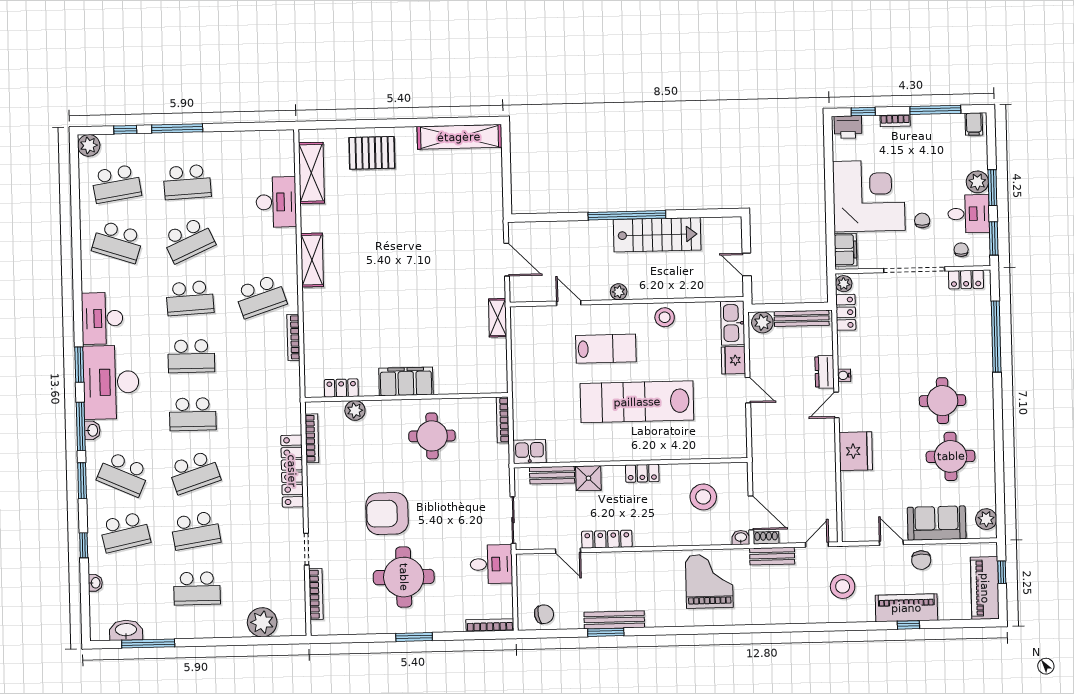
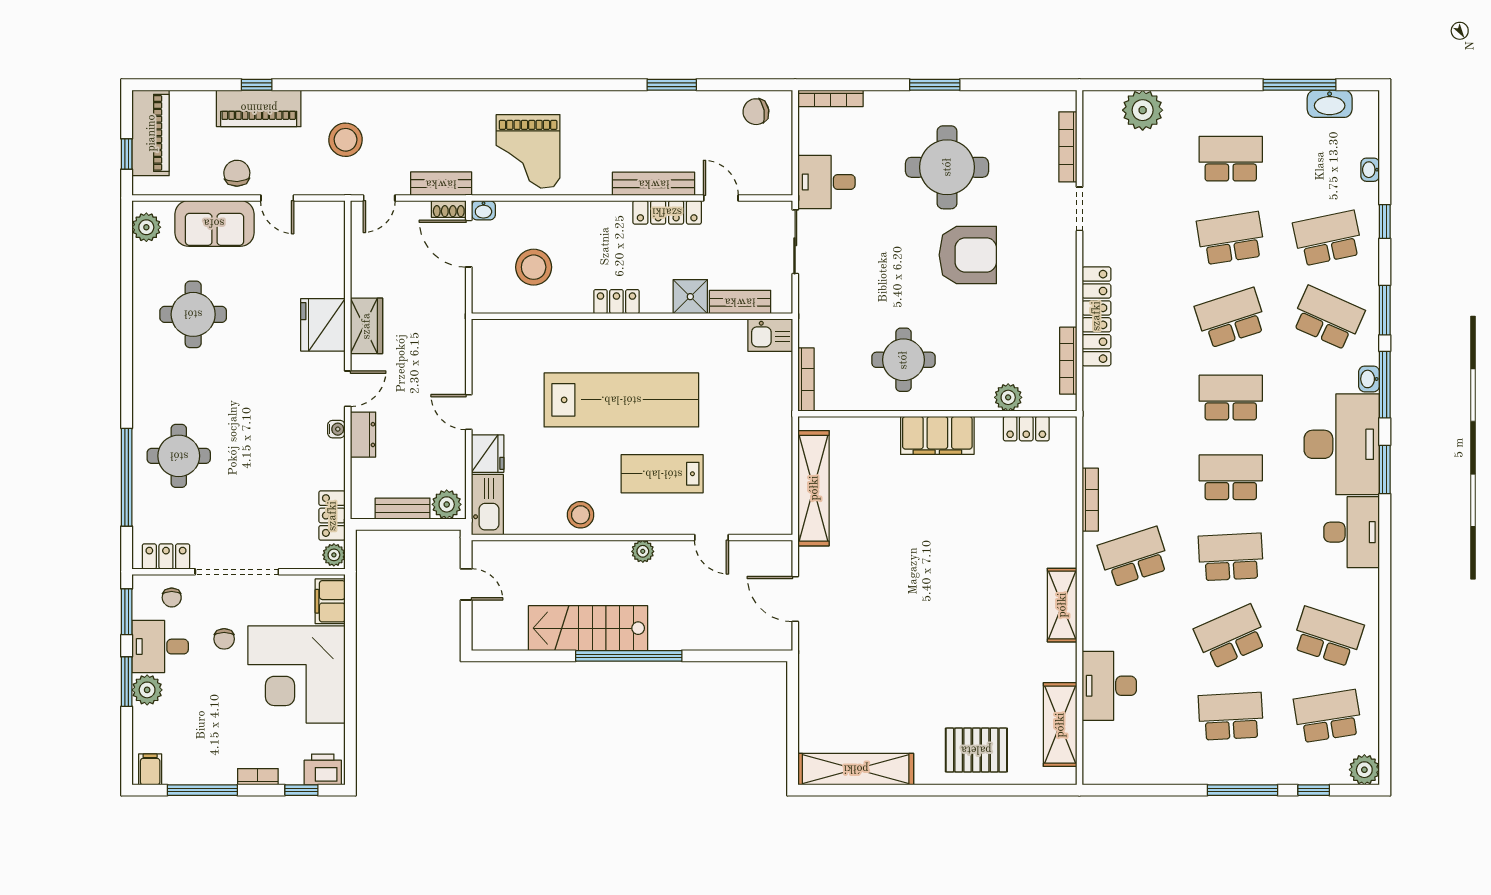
shelving: (498, 318) -> (814, 488), width x2.20, depth x1.33
bench: (802, 318) -> (403, 509), width x0.73
round table: (942, 401) -> (179, 456), moved
wardrobe: (824, 451) -> (366, 326), added
bench: (614, 620) -> (654, 184), moved

